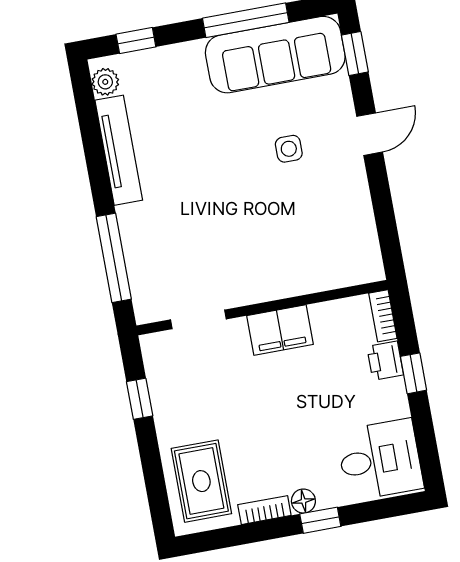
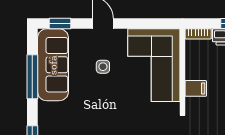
corner sofa: (309, 244) -> (154, 65), added
filing cabinet: (280, 330) -> (196, 88), width x0.50

